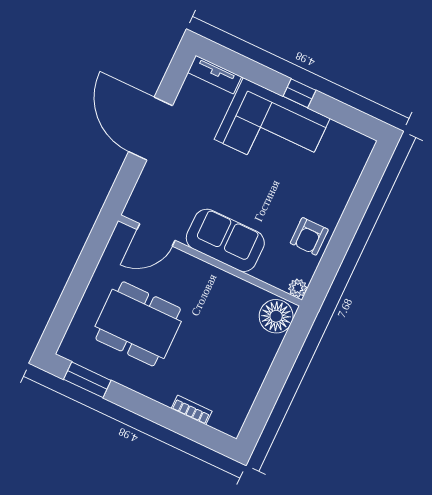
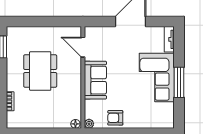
window: (299, 93) -> (179, 82), width x2.17
floor lamp: (276, 316) -> (75, 124), width x0.53, depth x0.53
dining table: (138, 324) -> (40, 71), moved

